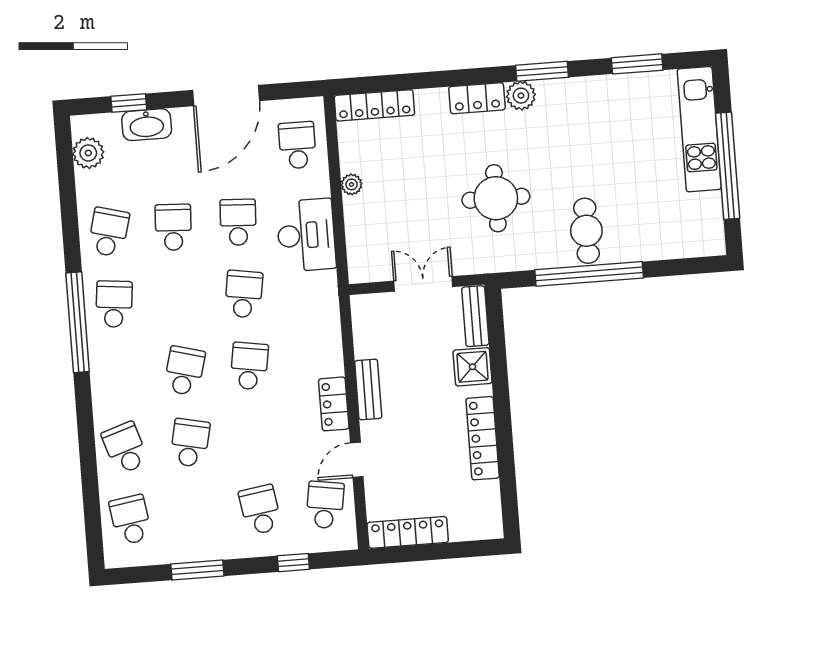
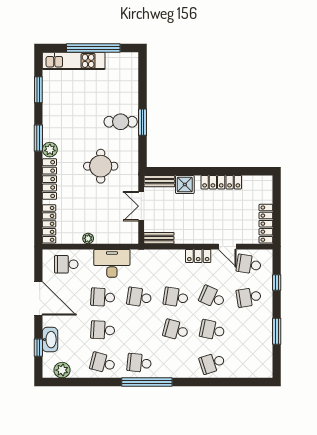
locker: (477, 98) -> (49, 179), width x1.53
window: (589, 274) -> (142, 122), width x0.47
bench: (368, 389) -> (159, 238), moved
school desk: (131, 520) -> (212, 297), moved, turned 33

